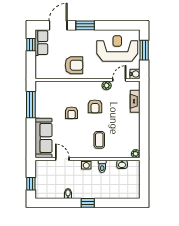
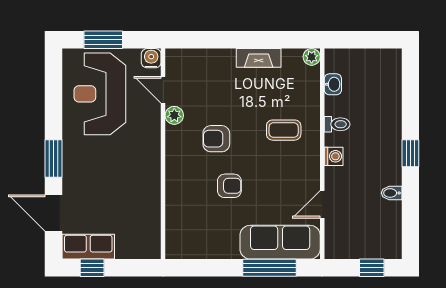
armchair: (74, 65) -> (134, 181), removed
fireplace: (135, 101) -> (259, 58), moved
window: (31, 105) -> (269, 268), moved
armchair: (95, 106) -> (216, 139), turned 180

